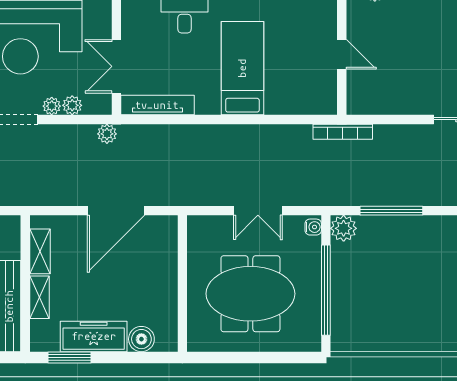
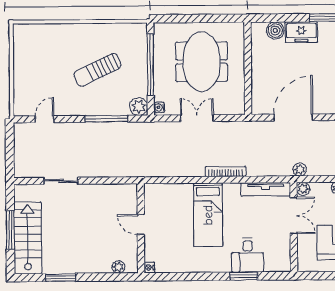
plant: (72, 105) -> (303, 189), moved
bookcase: (343, 132) -> (226, 172), moved
sun lounger: (404, 283) -> (98, 70), added
meeting table: (250, 294) -> (202, 62), turned 90
freezer: (94, 336) -> (301, 32), width x0.71

